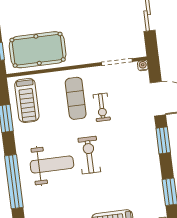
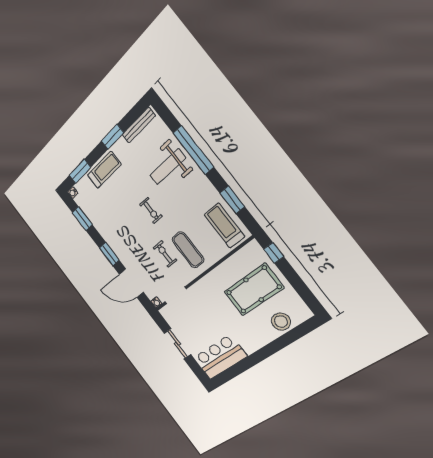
pool table: (38, 50) -> (254, 290), moved
exercise bike: (89, 155) -> (151, 211), width x0.73, depth x0.72
weight bench: (52, 164) -> (168, 167), moved

